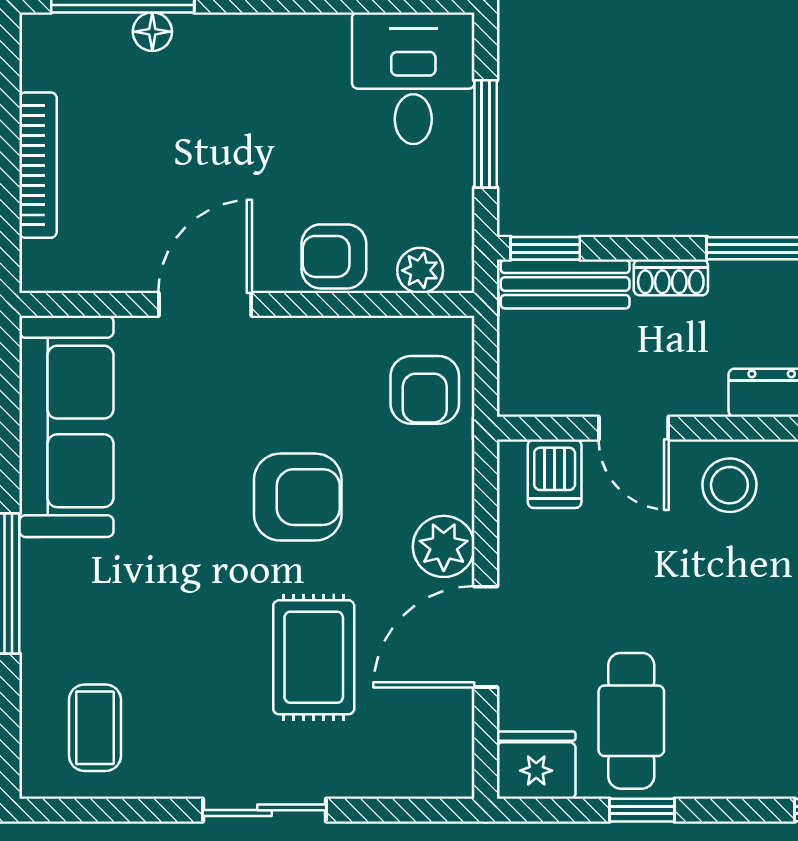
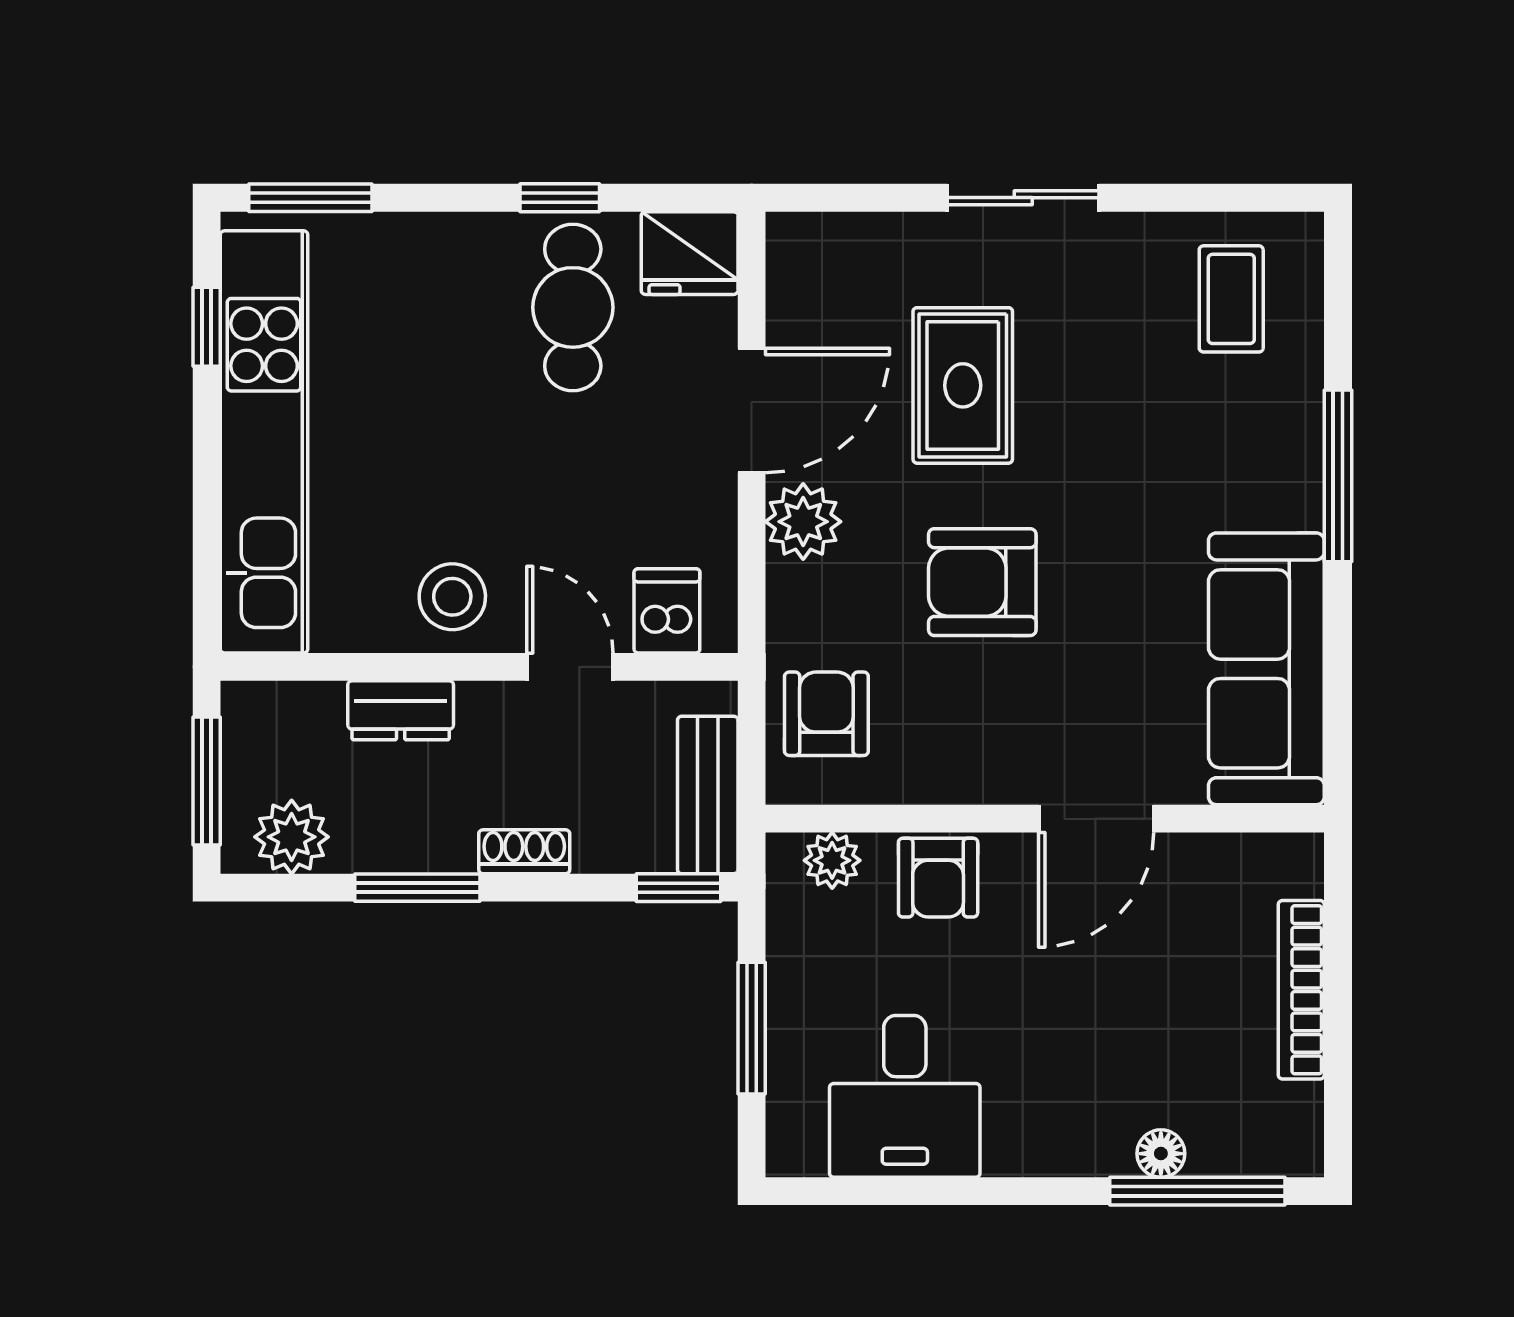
desk: (413, 78) -> (905, 1096), moved
armchair: (334, 256) -> (938, 878), turned 90
bench: (565, 284) -> (708, 795), moved, turned 90

